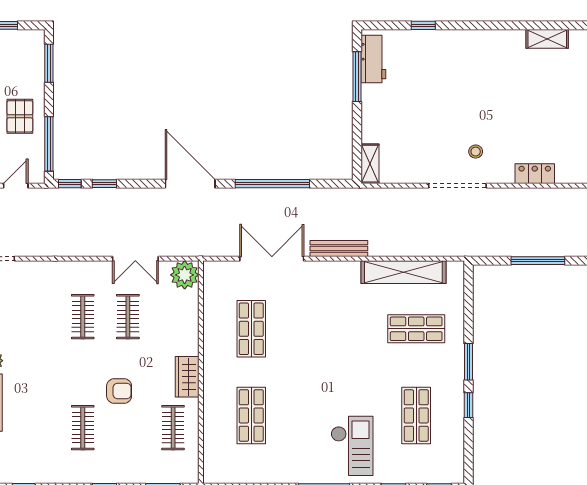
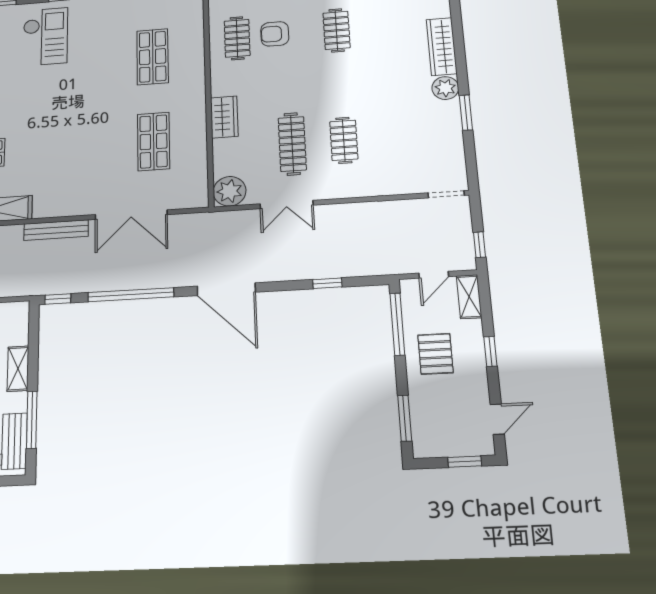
shelving: (370, 164) -> (18, 369), moved
window: (70, 184) -> (58, 299), moved
double door: (135, 259) -> (287, 205), swing flipped
clothes rail: (128, 317) -> (292, 144), width x1.36
wardrobe: (187, 377) -> (224, 117), moved
armchair: (119, 391) -> (275, 34), moved
checkout: (352, 446) -> (45, 37), turned 180

